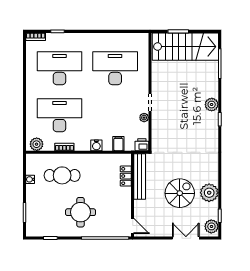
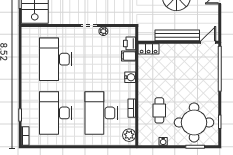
printer: (142, 145) -> (130, 43), moved
cafe table: (62, 175) -> (159, 110), width x0.73, depth x0.74
locker: (126, 176) -> (149, 49), moved
bench: (140, 176) -> (177, 35), moved
round table: (81, 212) -> (194, 122), moved, width x1.36, depth x1.36

